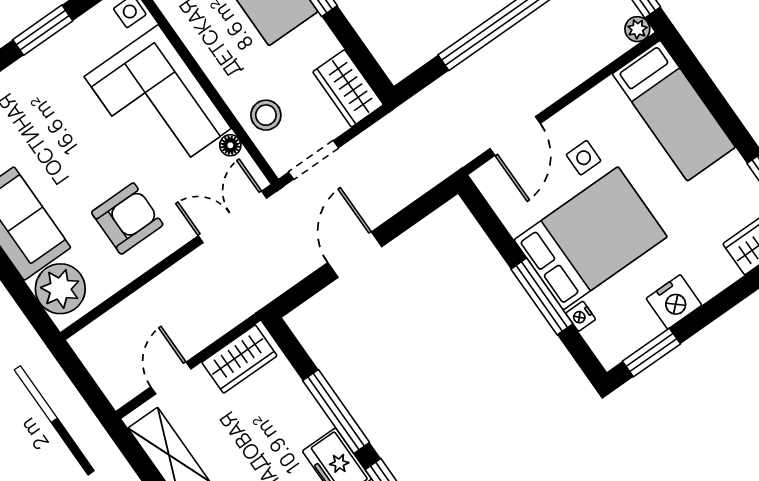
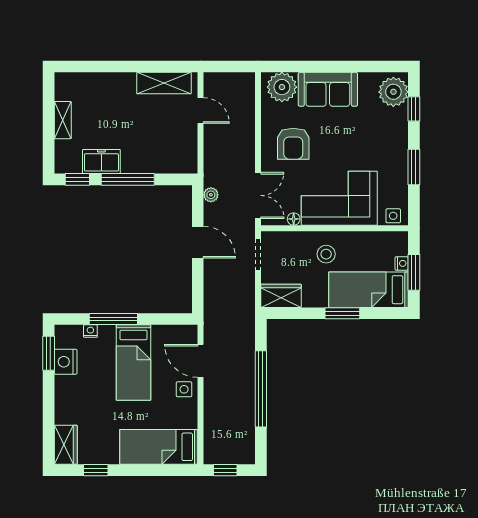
plant: (637, 29) -> (211, 195), moved
stool: (266, 115) -> (326, 254), moved
side table: (584, 158) -> (184, 389), moved
bed: (591, 238) -> (133, 363), width x0.67
nightstand: (674, 302) -> (66, 362), moved
wardrobe: (239, 359) -> (186, 150), removed

